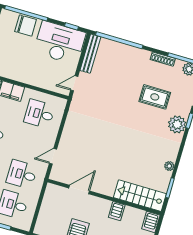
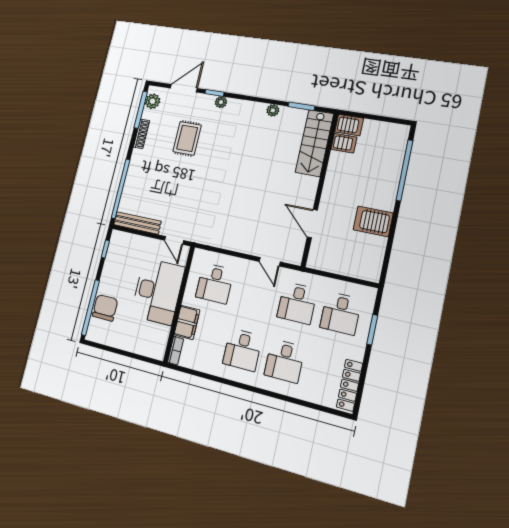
desk: (60, 43) -> (158, 291), moved, turned 180
plant: (177, 124) -> (221, 102), width x0.53, depth x0.53
server rack: (117, 211) -> (344, 143), moved

